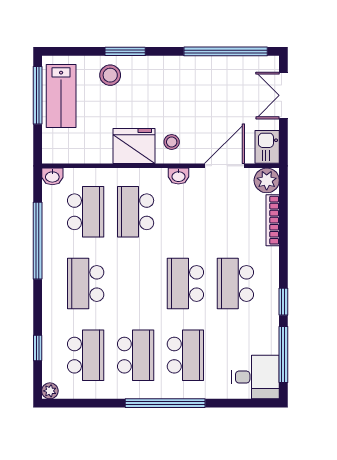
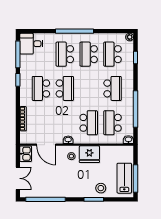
door: (224, 166) -> (46, 145), hinge flipped
plant: (267, 180) -> (26, 138), removed
school desk: (235, 283) -> (41, 88), turned 180

